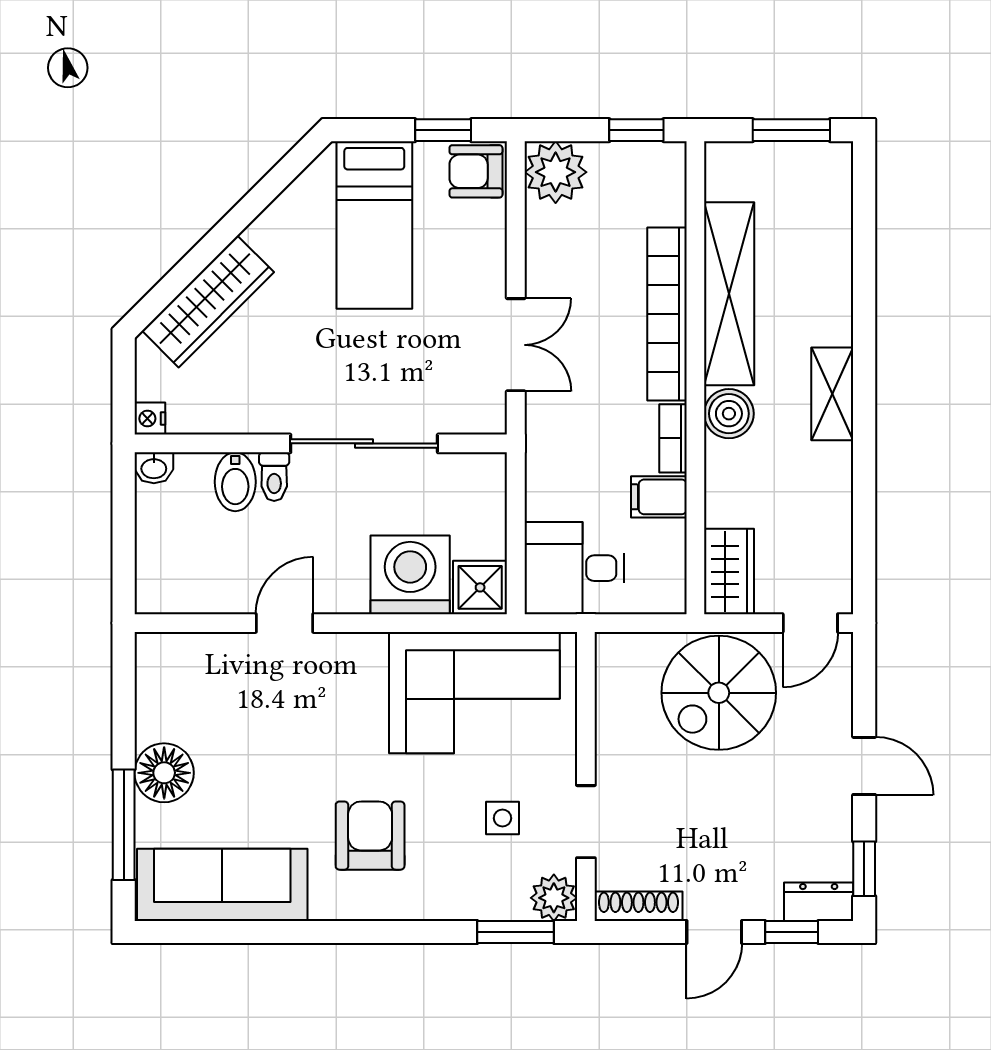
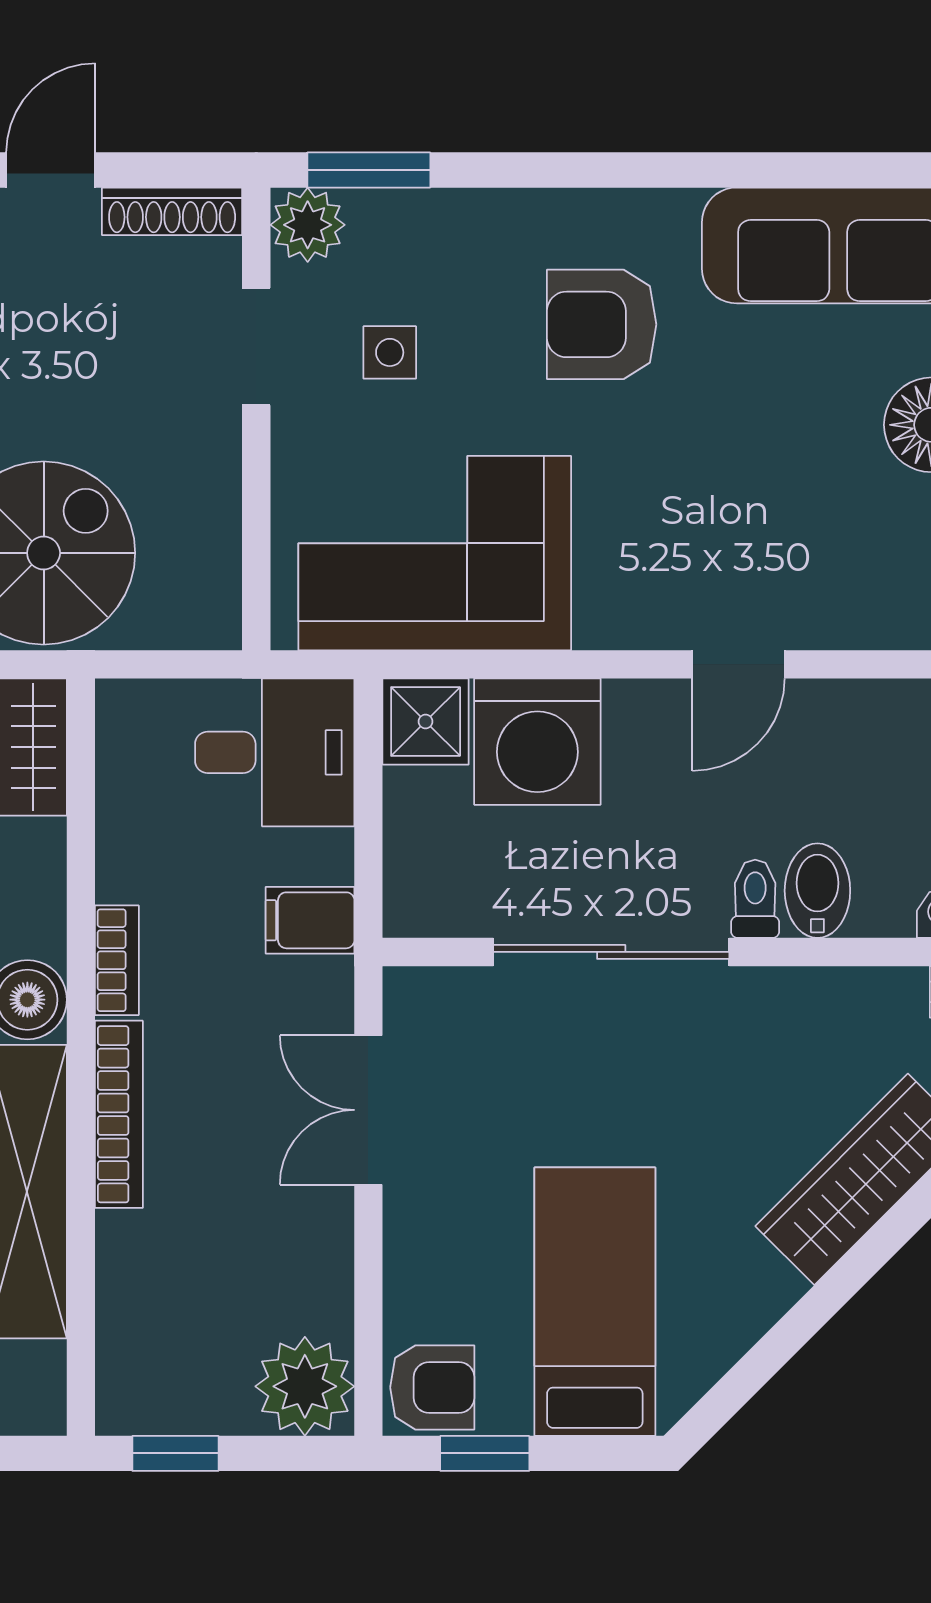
bookcase: (667, 314) -> (119, 1114), width x0.68, depth x0.76
filing cabinet: (659, 497) -> (310, 920), moved, turned 180
armchair: (370, 836) -> (602, 324), turned 90

